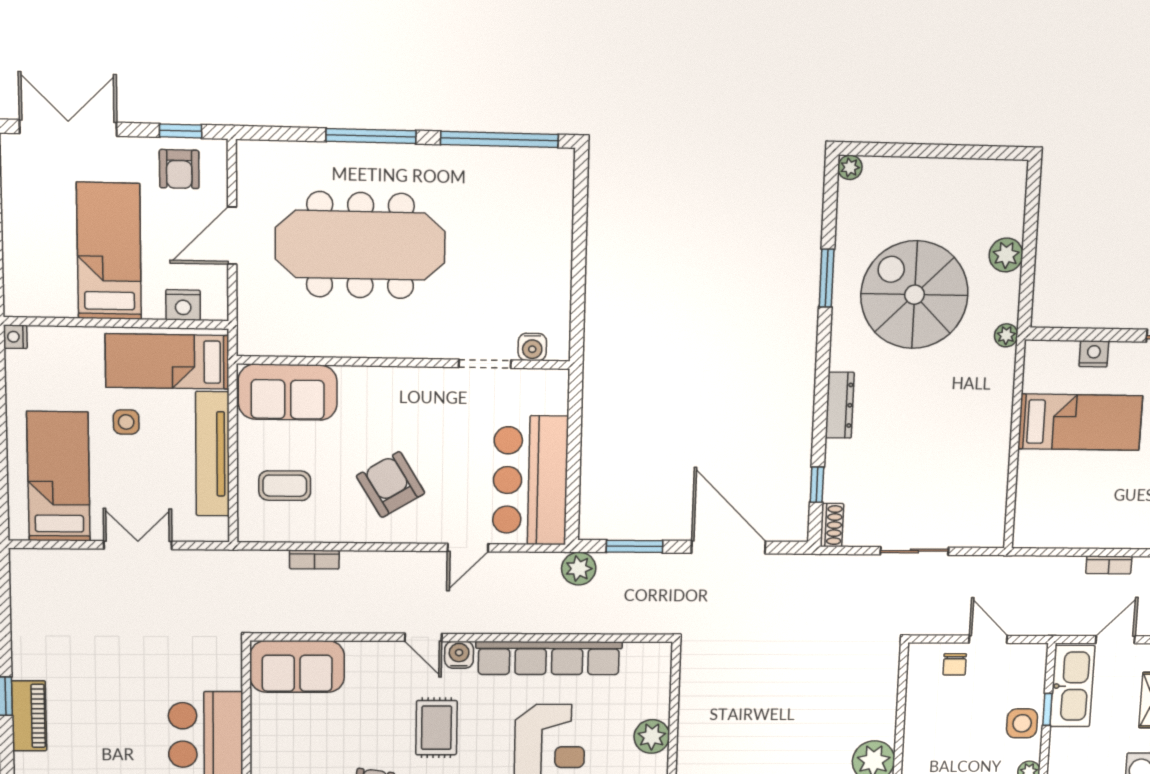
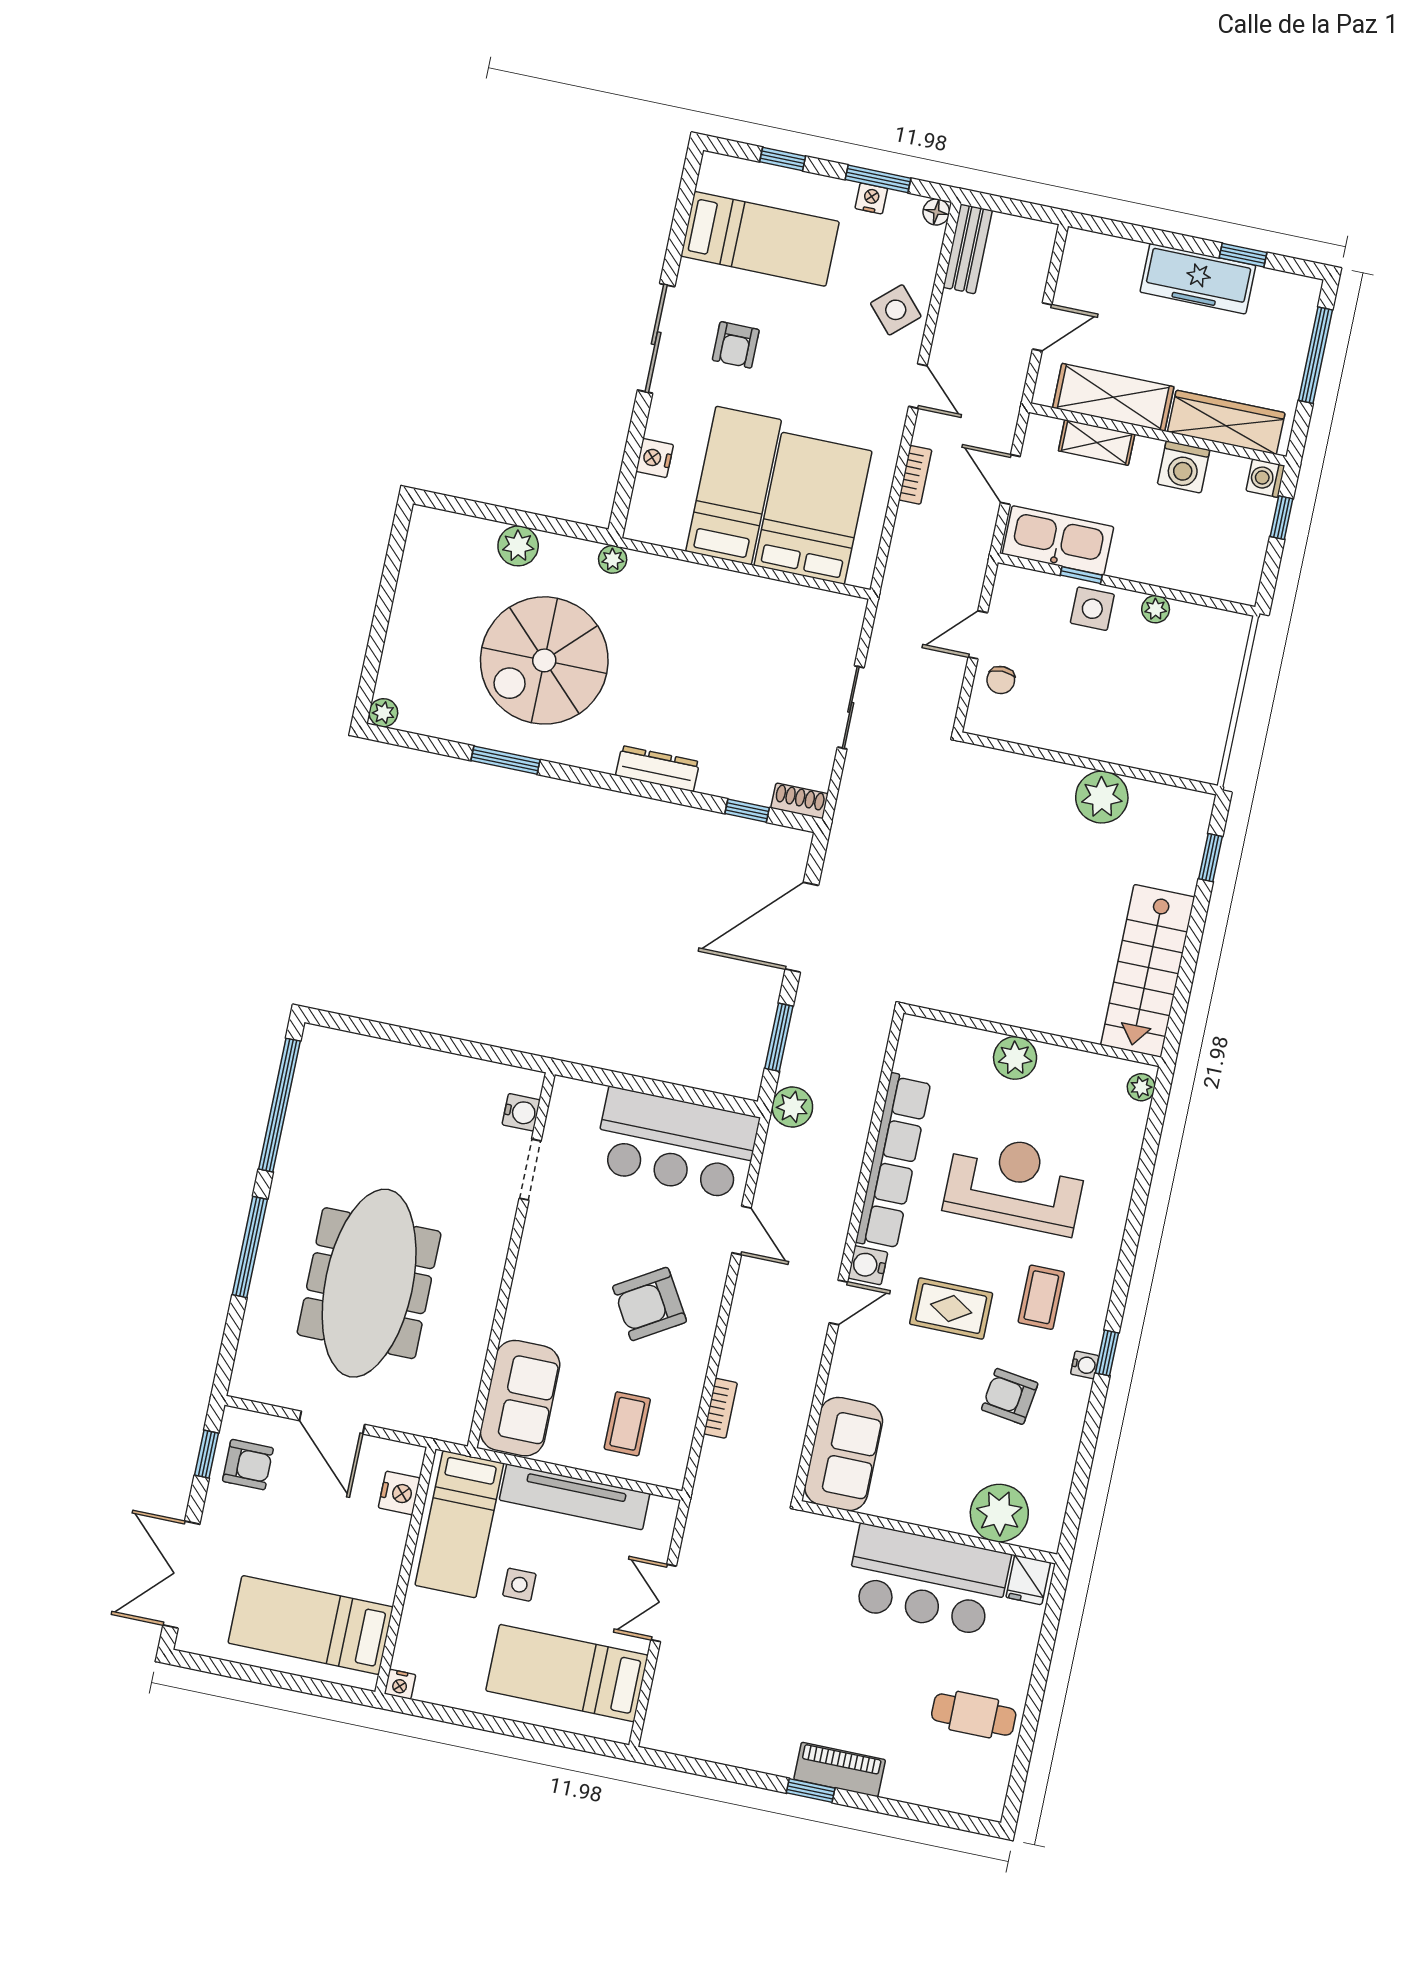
bed: (109, 251) -> (311, 1625), moved
bed: (1071, 489) -> (813, 508), added
chair: (955, 664) -> (1001, 680), turned 90

